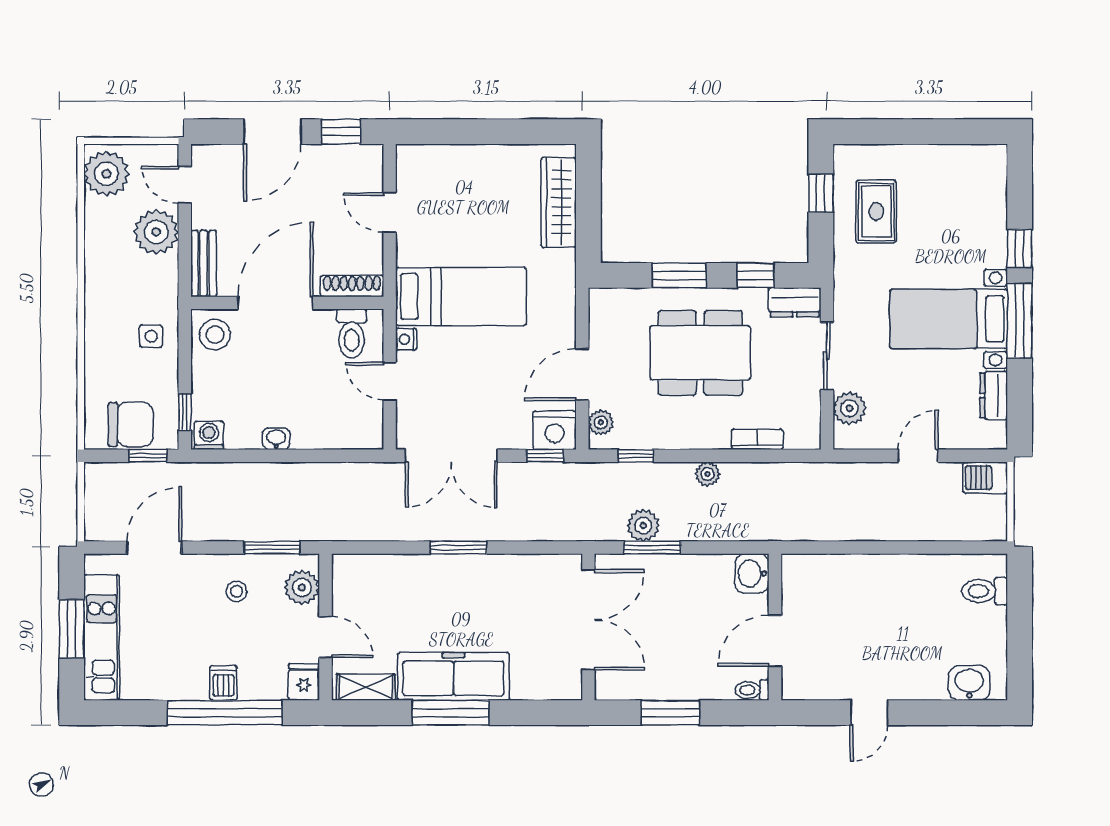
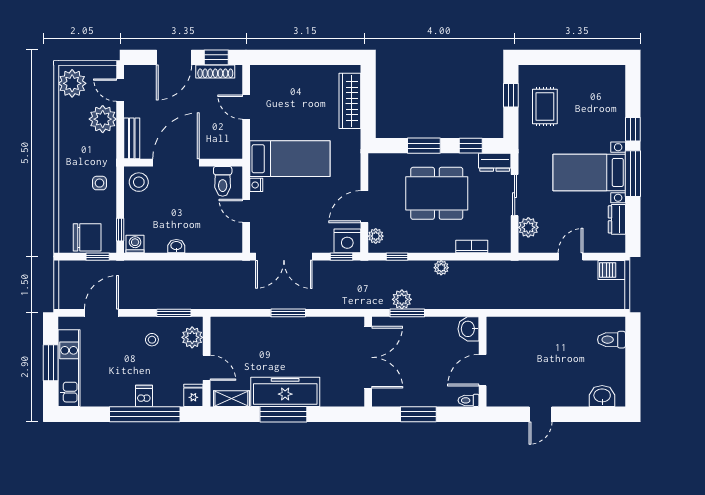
shoe rack: (352, 286) -> (215, 72), moved, turned 180

